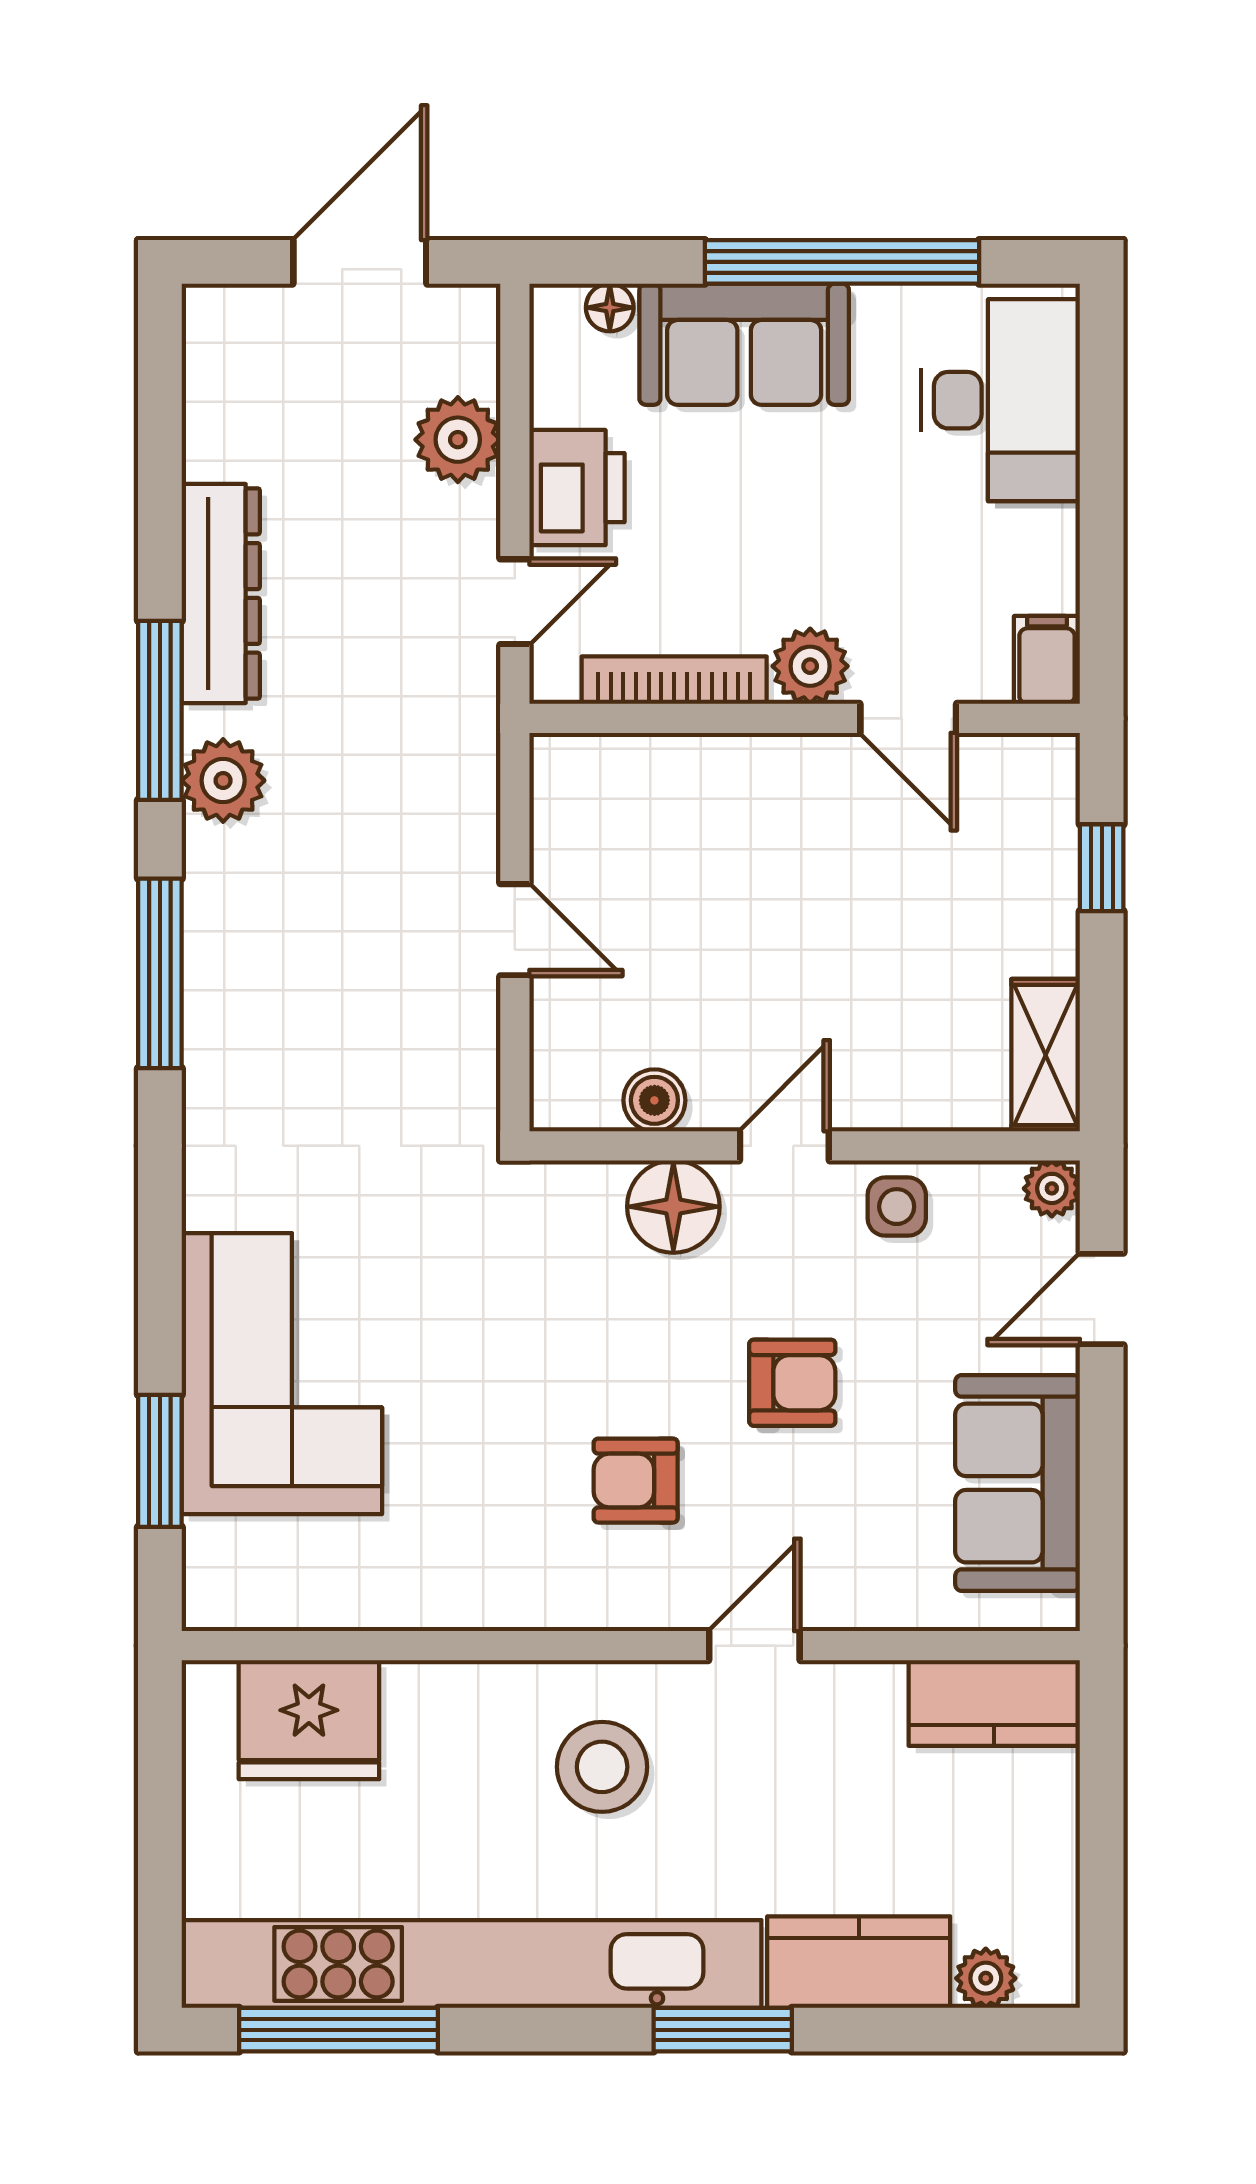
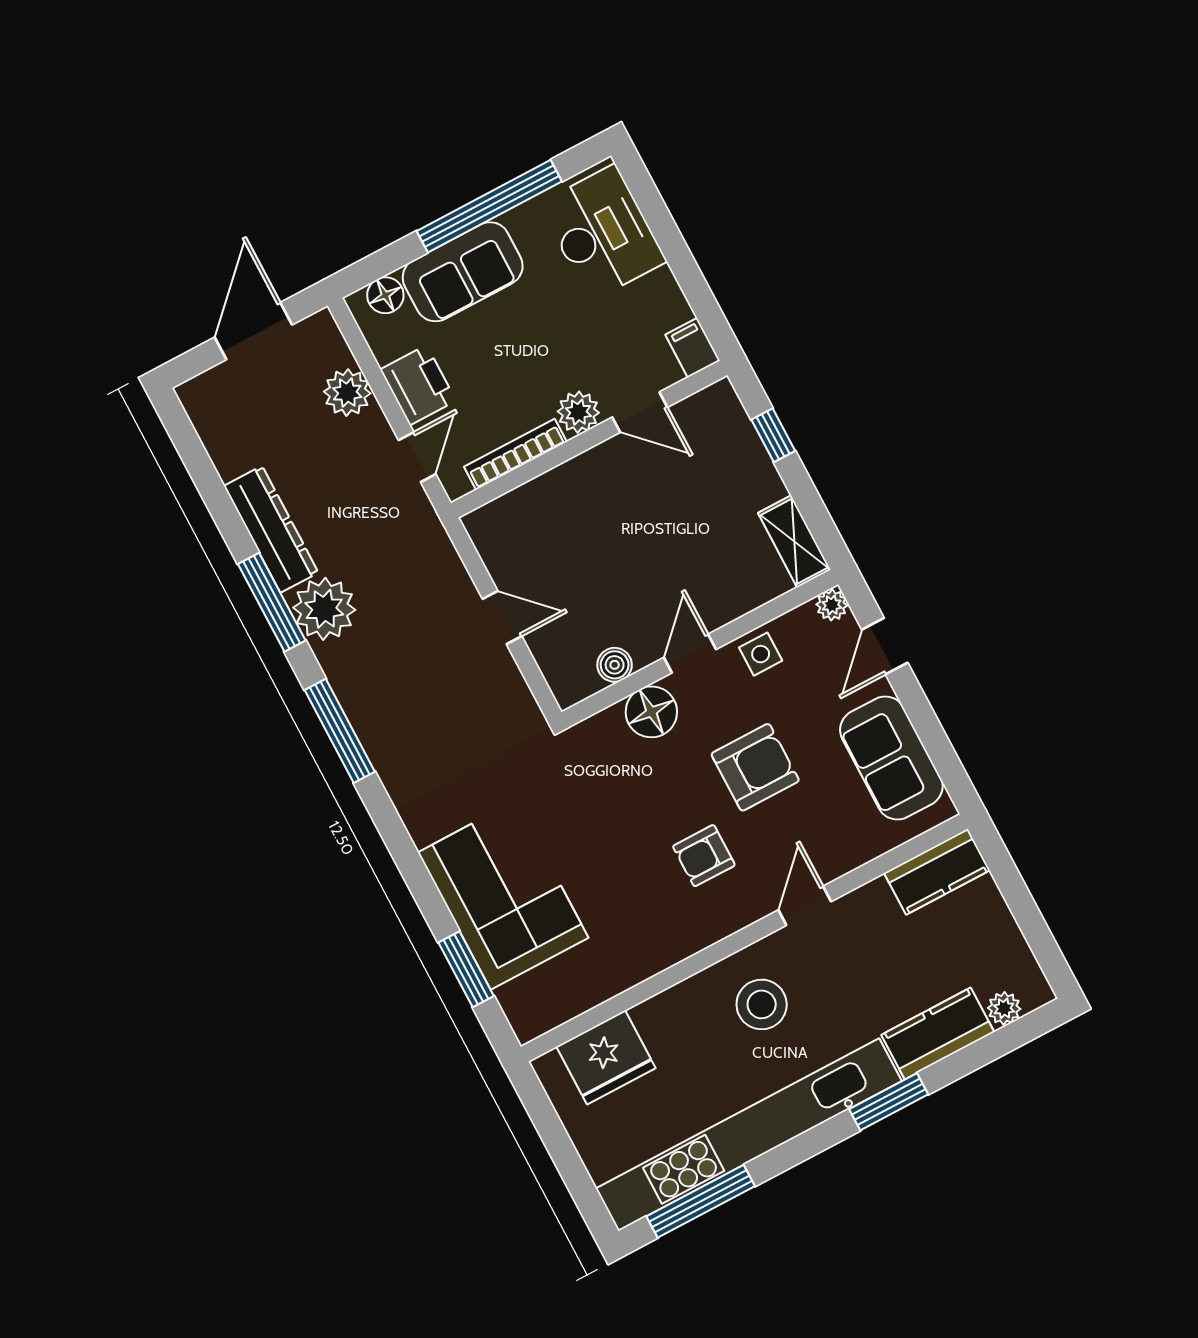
floor lamp: (610, 308) -> (385, 295), width x1.37, depth x1.37
plant: (223, 781) -> (324, 609), width x1.36, depth x1.36
armchair: (792, 1383) -> (755, 767), width x1.38, depth x1.38

